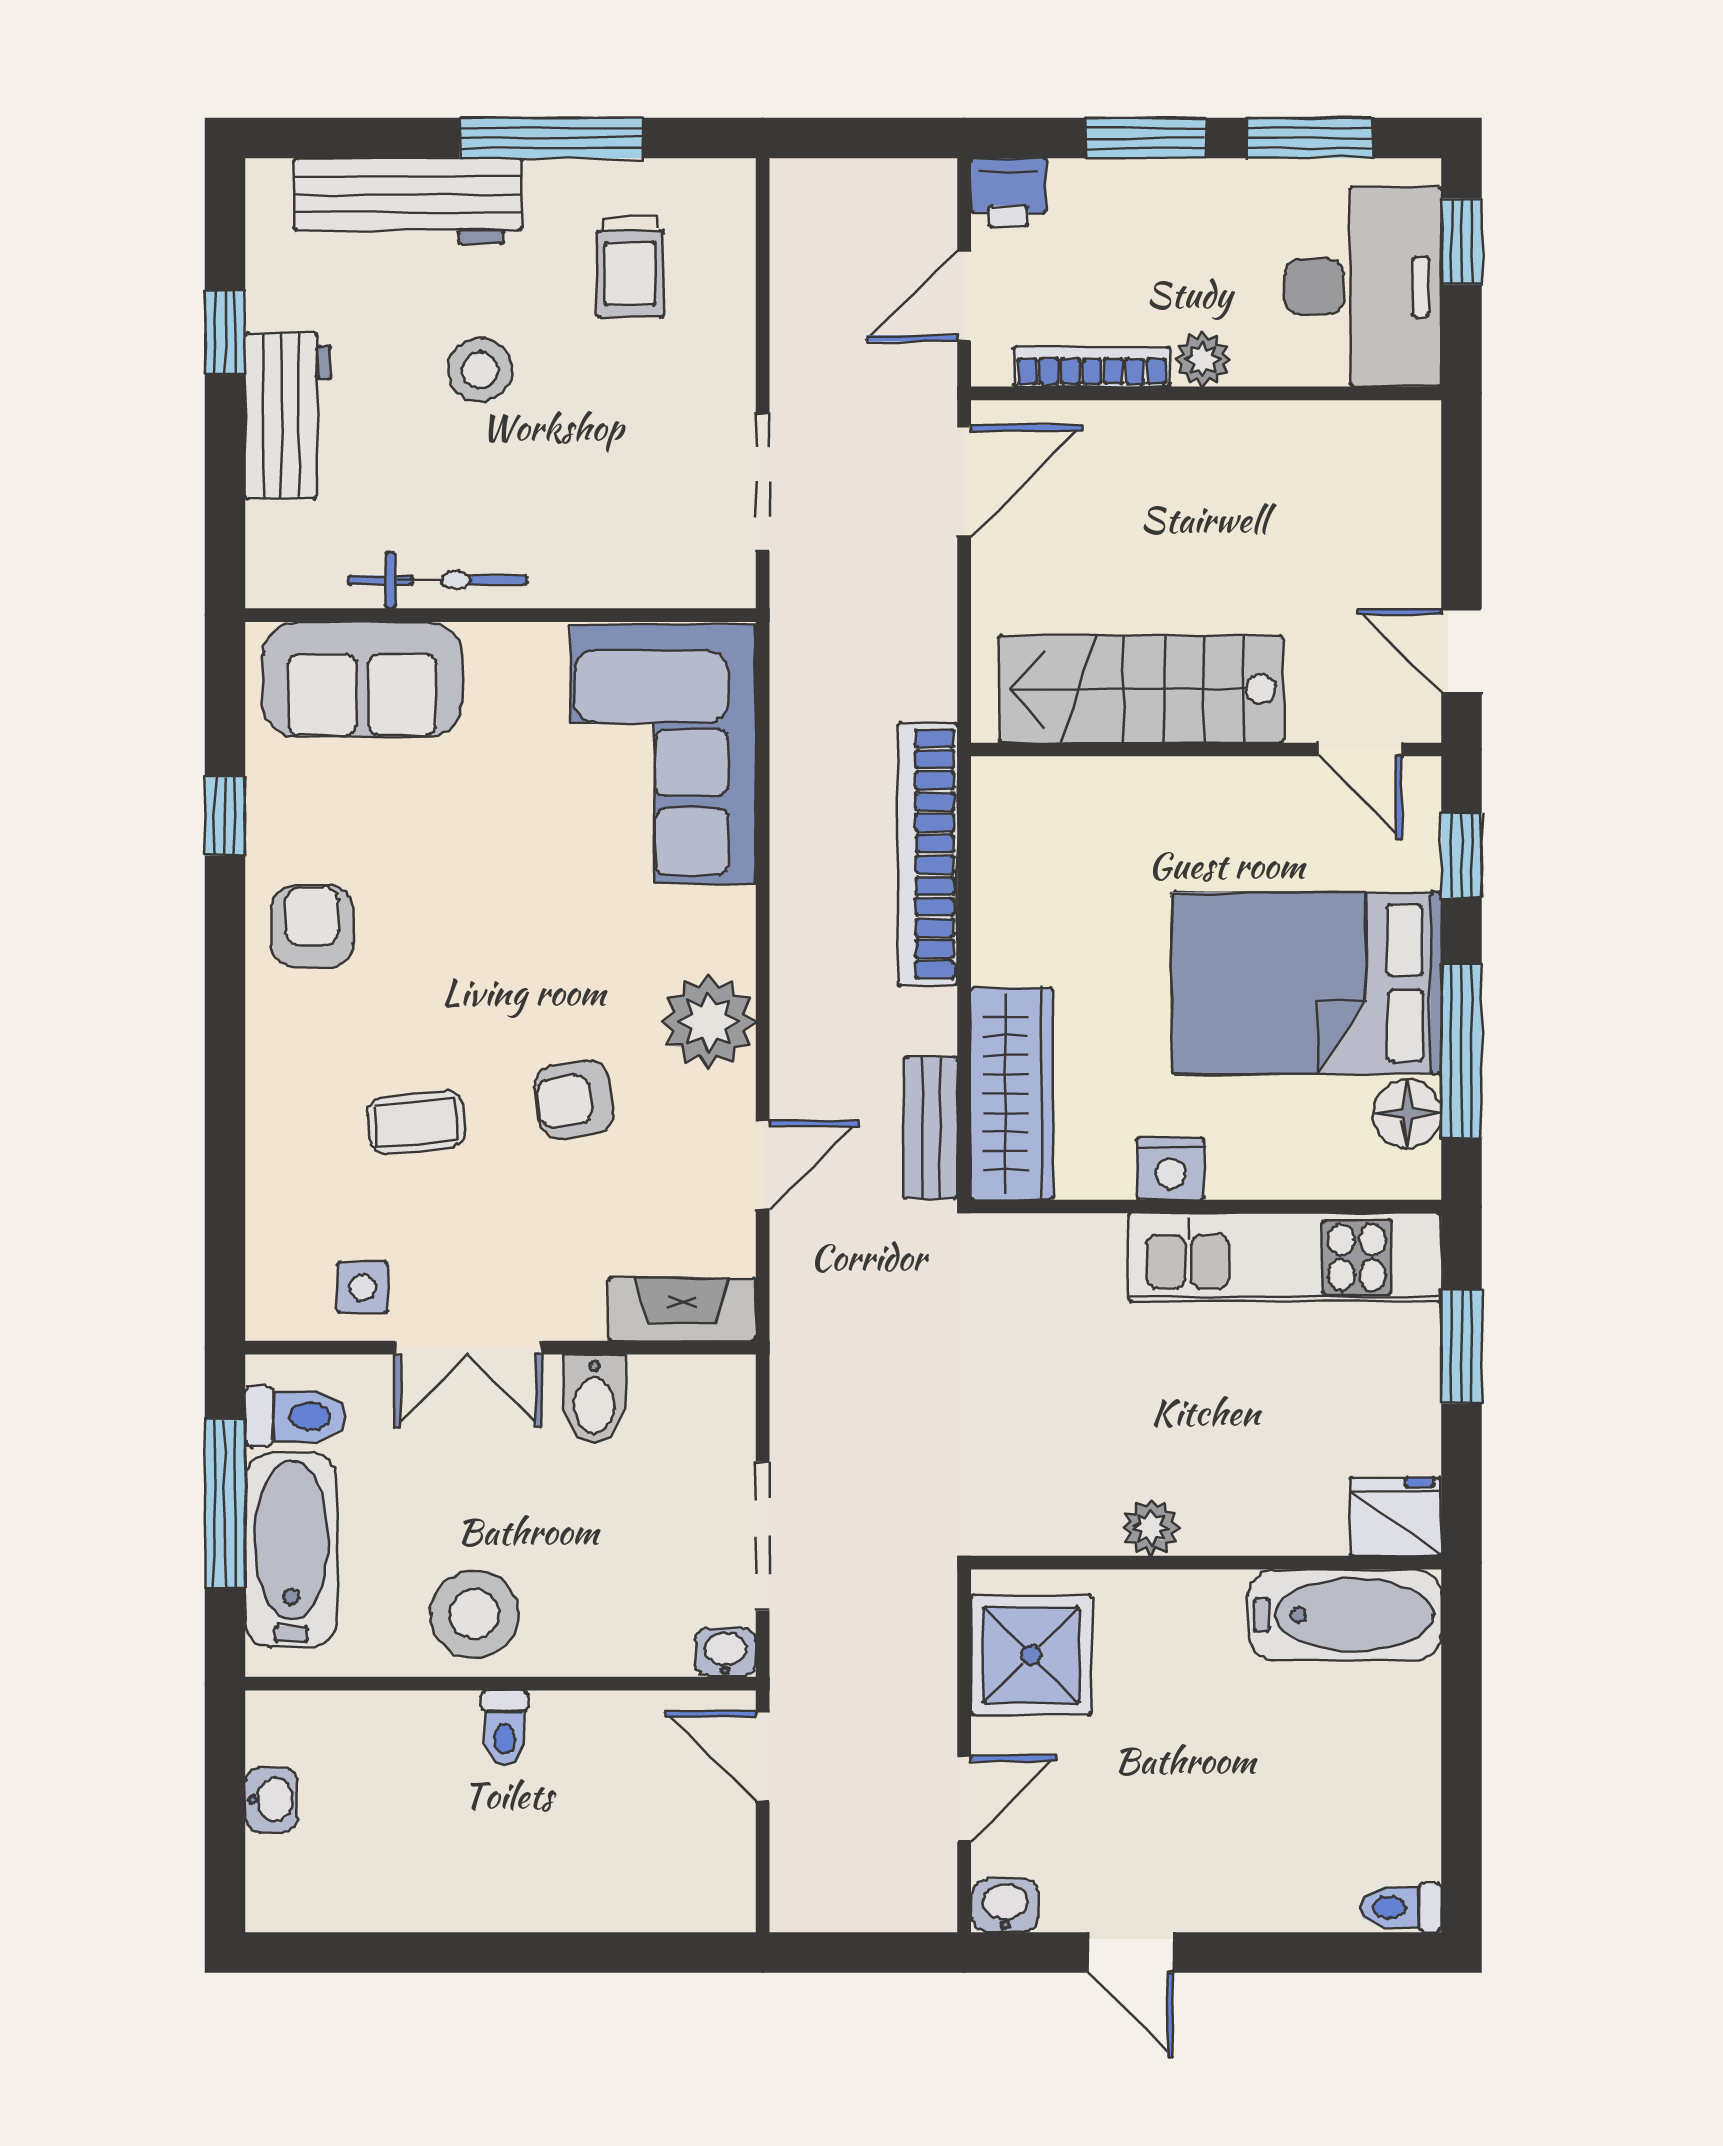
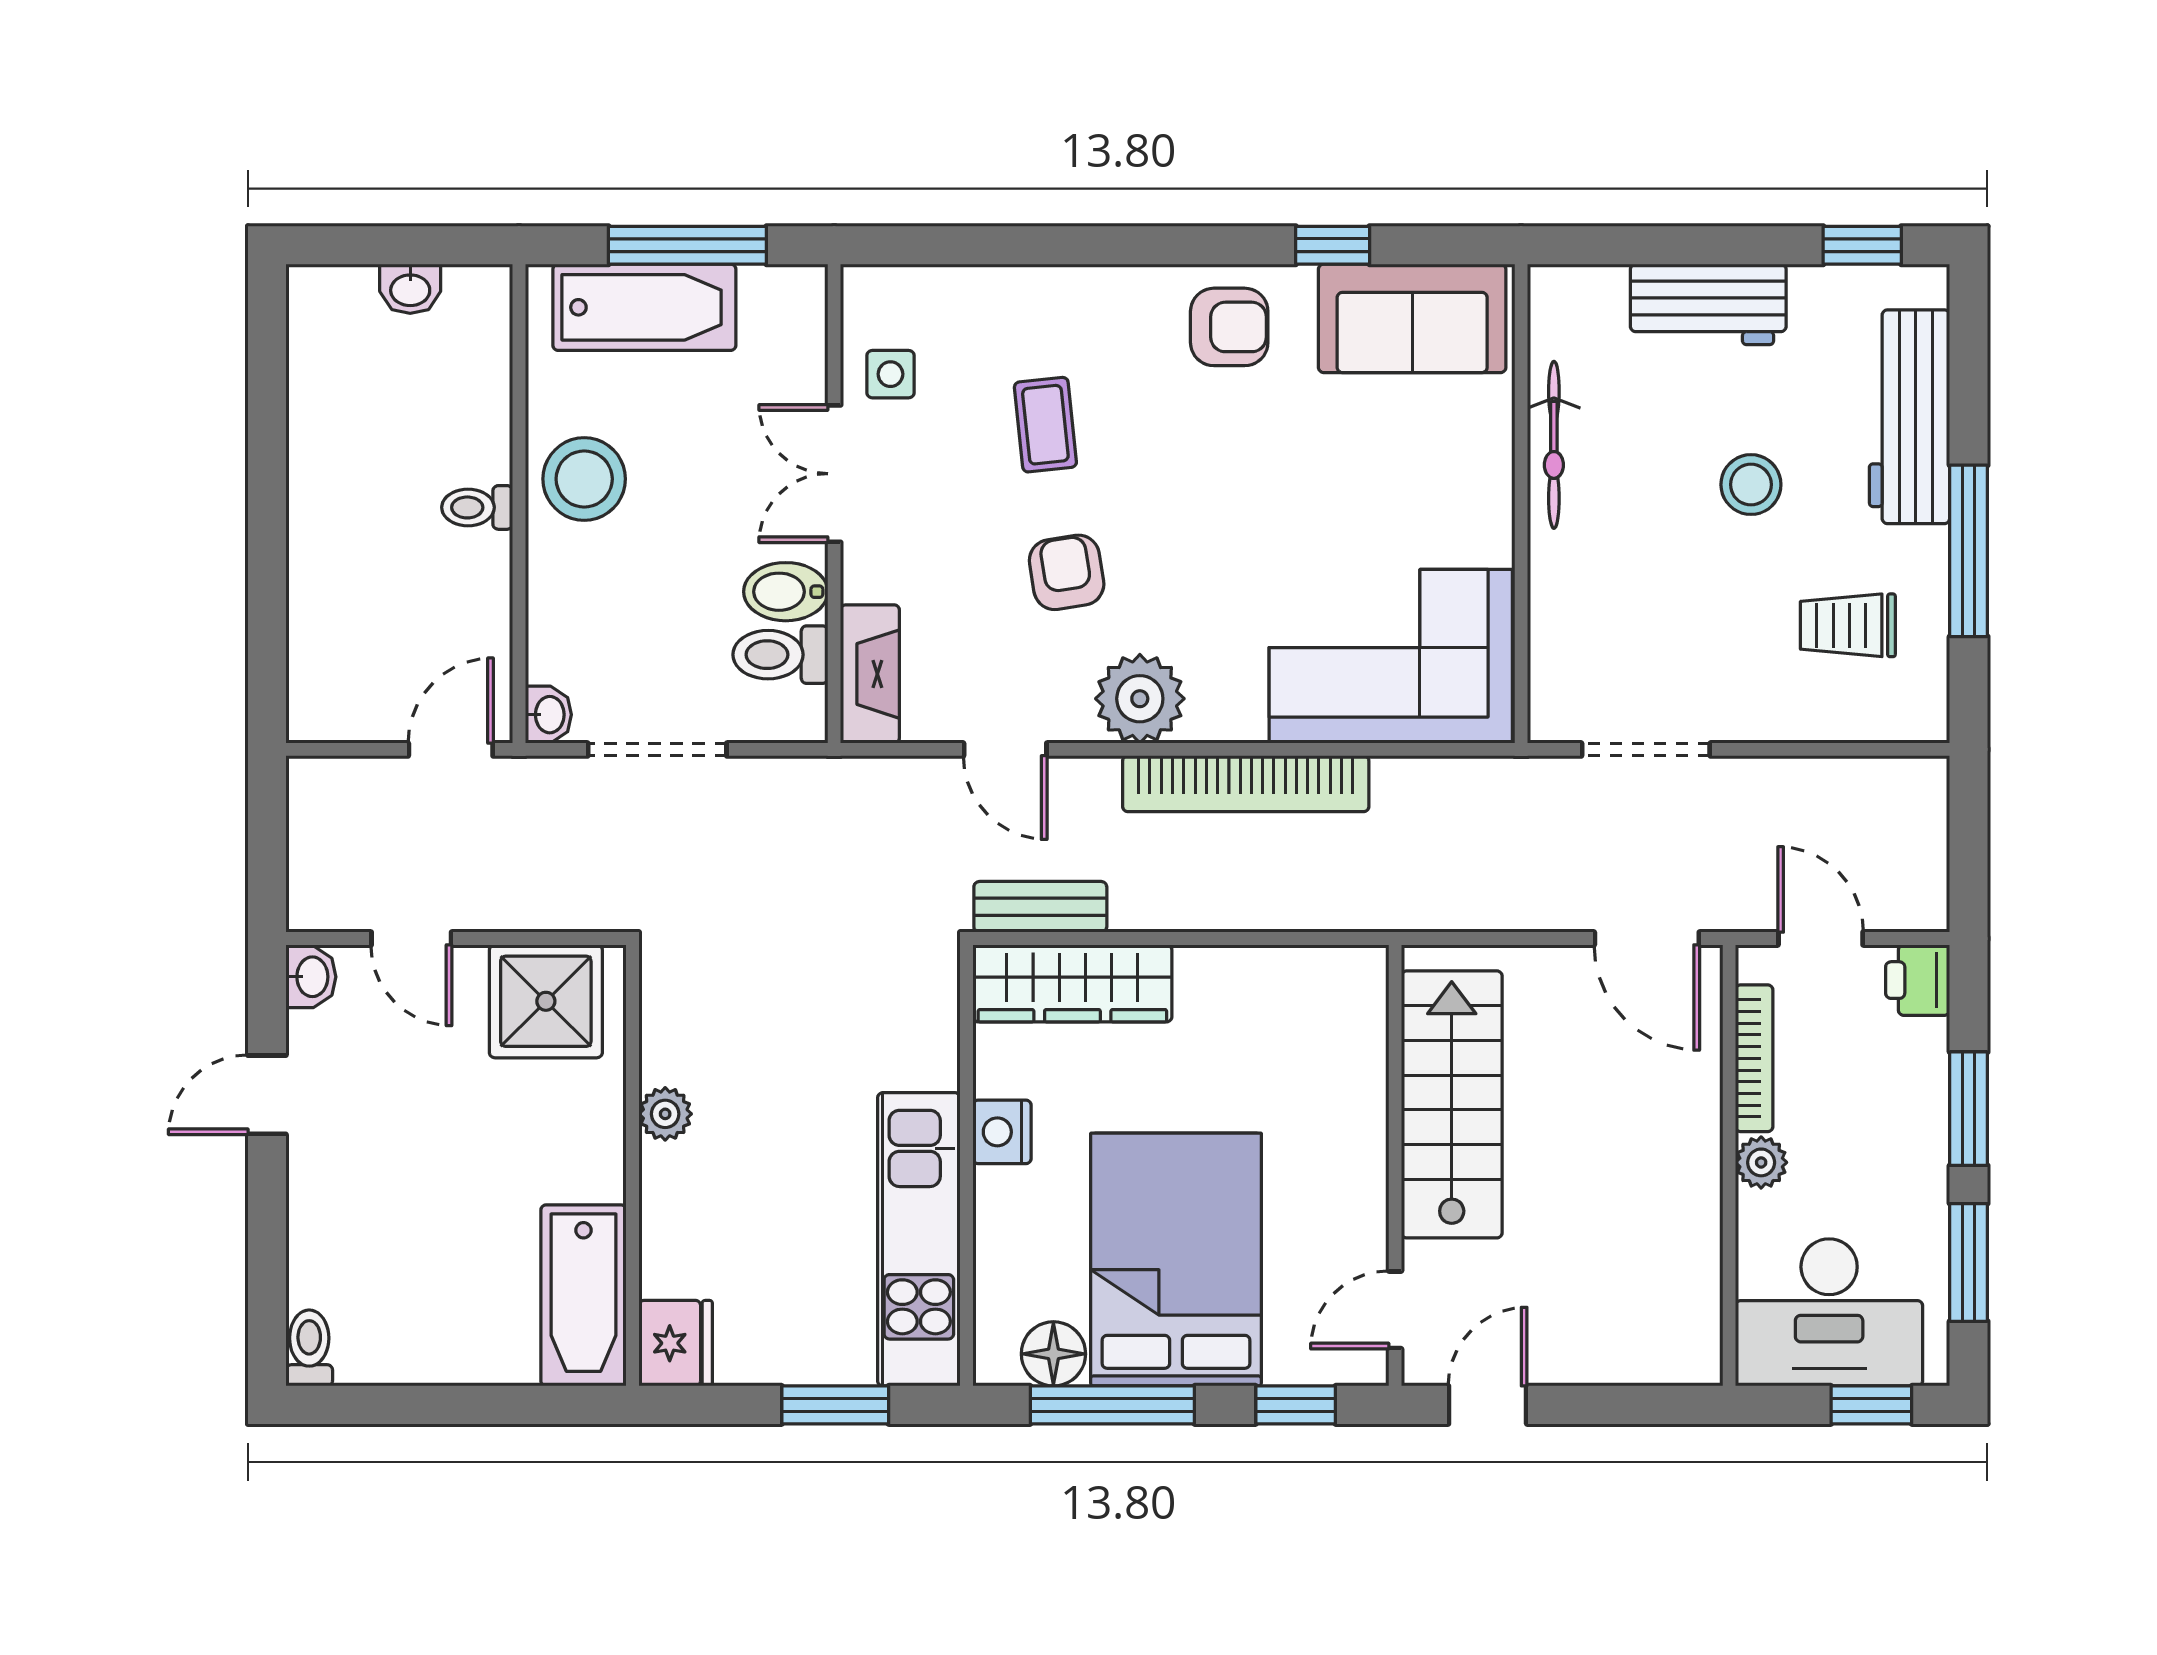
window: (225, 332) -> (1862, 245), moved
sofa: (362, 680) -> (1412, 318), moved, turned -90
bookcase: (928, 854) -> (1246, 784), moved, turned 180
toilet: (296, 1416) -> (780, 655), moved, turned 90

